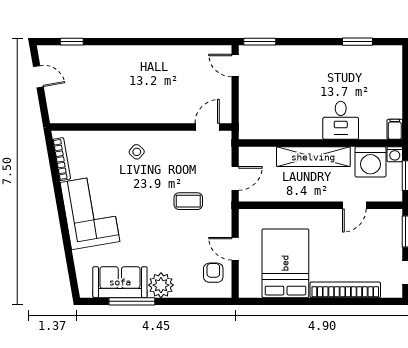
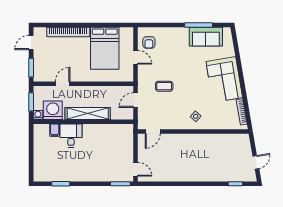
door: (38, 77) -> (256, 162), swing flipped
filing cabinet: (395, 129) -> (55, 130), moved
plant: (161, 285) -> (181, 35), removed

